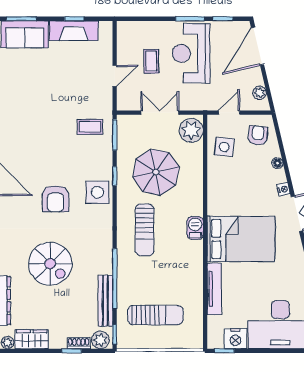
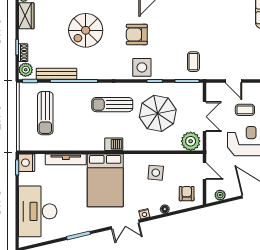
armchair: (258, 135) -> (187, 194), turned -96
side table: (224, 147) -> (156, 173), moved
nightstand: (235, 339) -> (27, 163), moved

